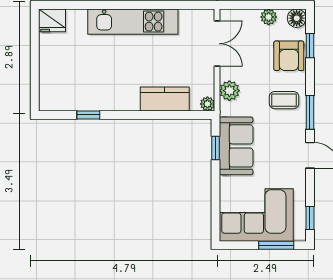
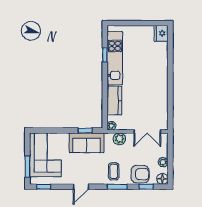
kitchen unit: (133, 22) -> (115, 58), moved, turned 180
armchair: (289, 56) -> (140, 174), turned 180
window: (310, 112) -> (117, 187), moved

